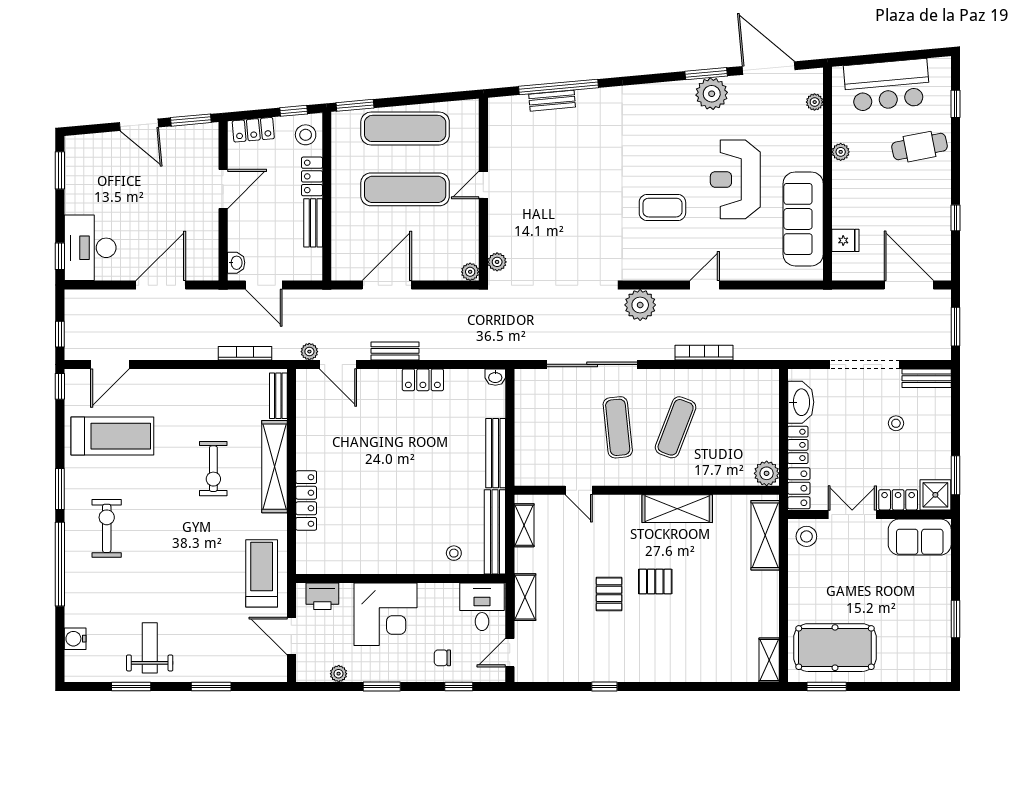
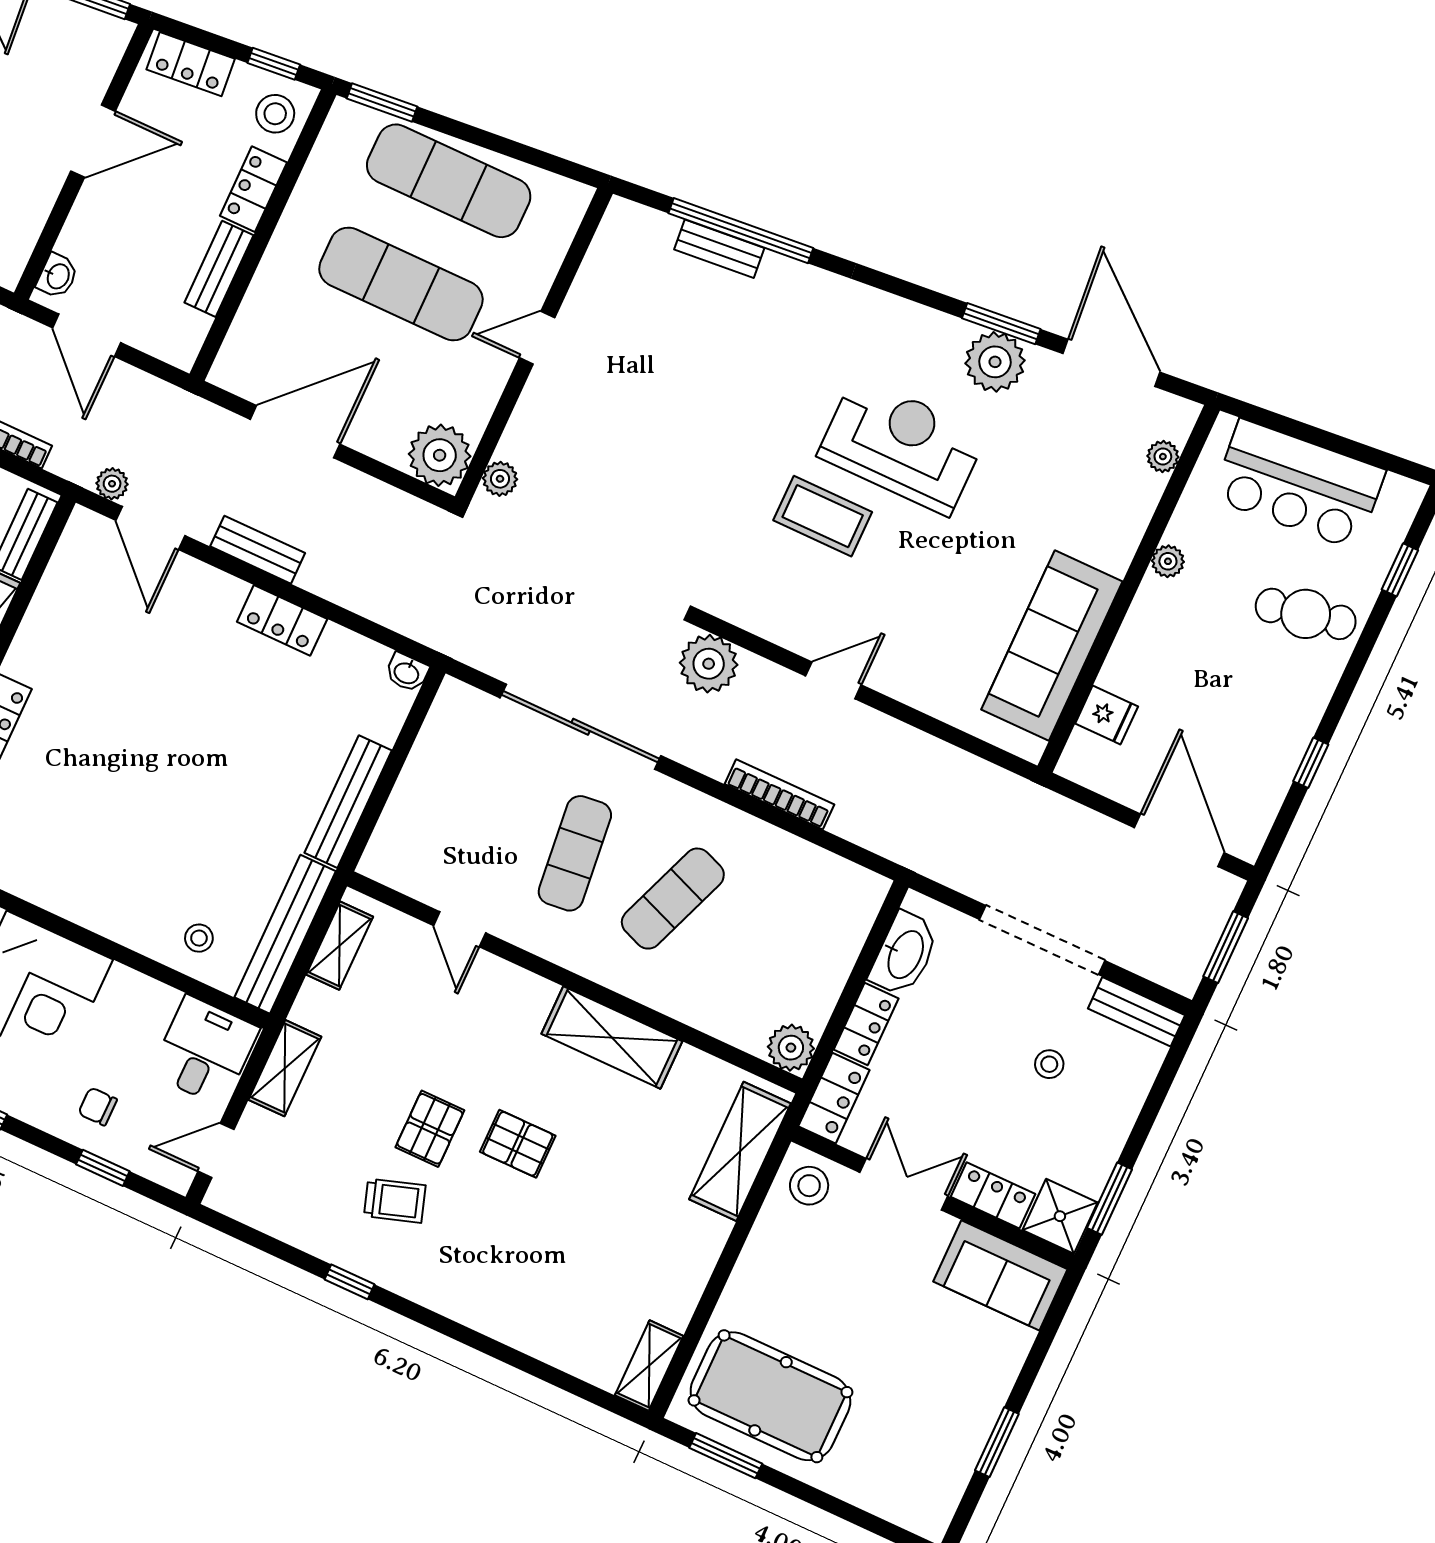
reception desk: (735, 179) -> (902, 445), moved, turned 90
plant: (470, 272) -> (440, 455), width x1.87, depth x1.87
trolley: (608, 637) -> (395, 1201), added

